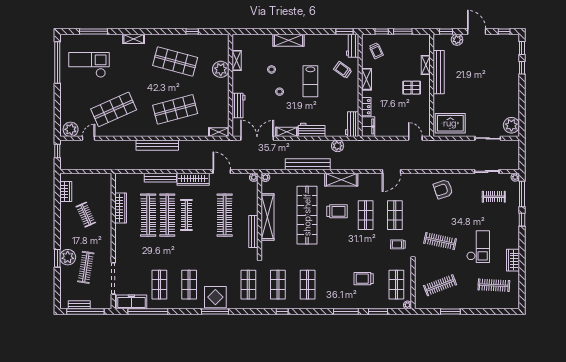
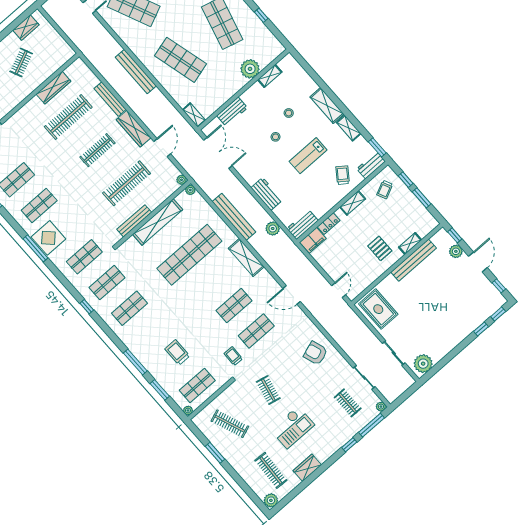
shelving: (287, 132) -> (349, 128), moved
trolley: (337, 211) -> (216, 278), removed
clothes rail: (167, 215) -> (83, 134), removed
clothes rail: (440, 241) -> (268, 390), width x0.73
plant: (513, 302) -> (271, 500), added

